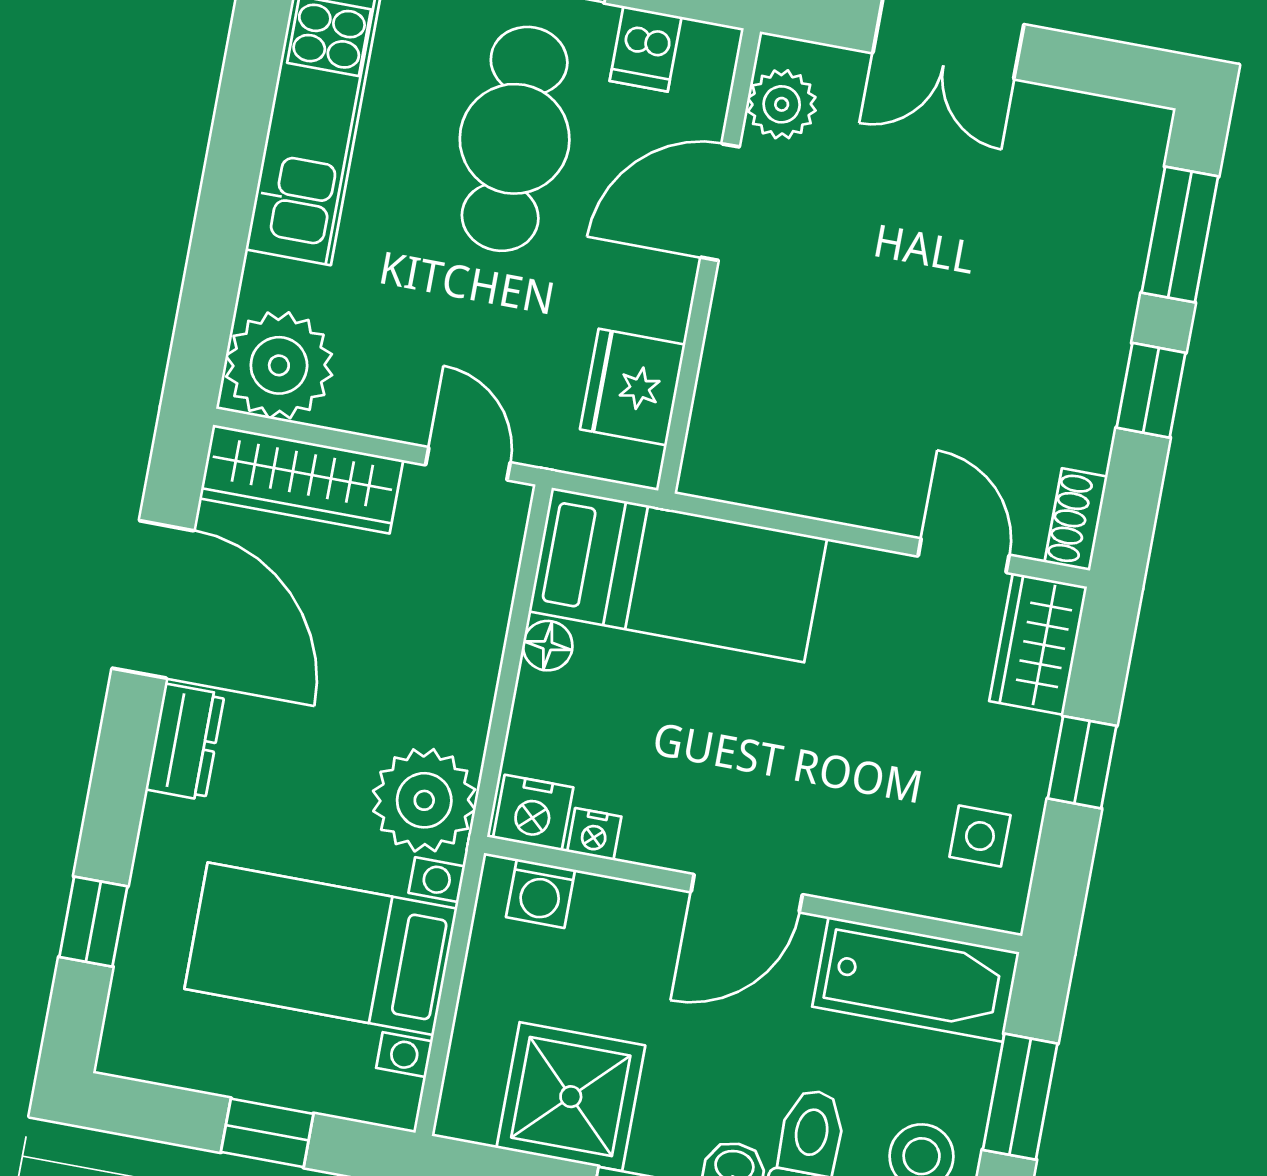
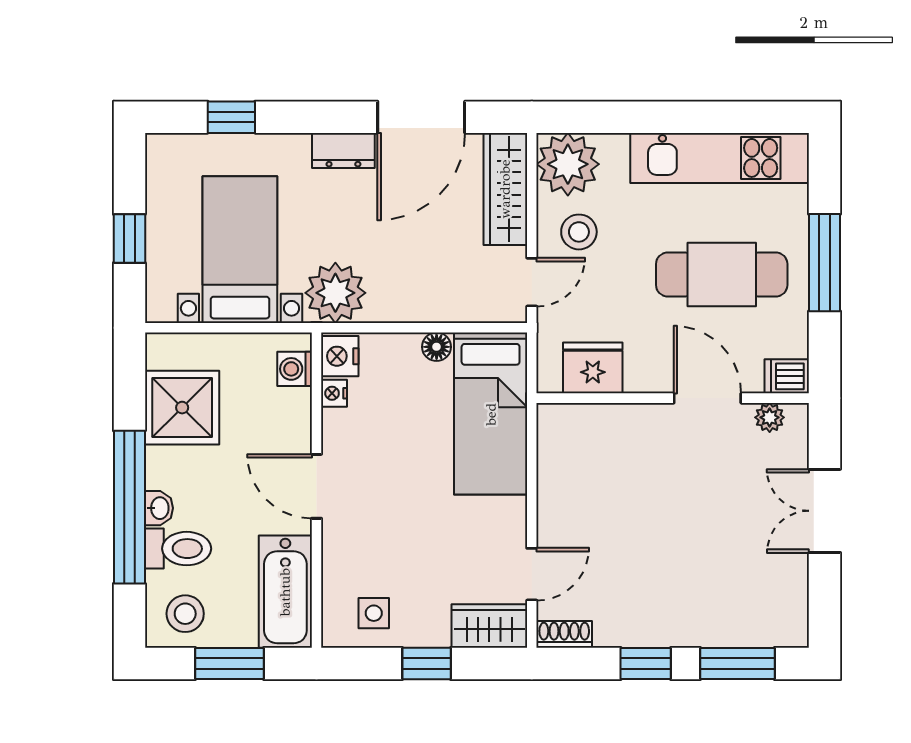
dishwasher: (646, 49) -> (787, 376), moved
plant: (782, 104) -> (770, 417), width x0.73, depth x0.73
stool: (397, 368) -> (579, 232), added

